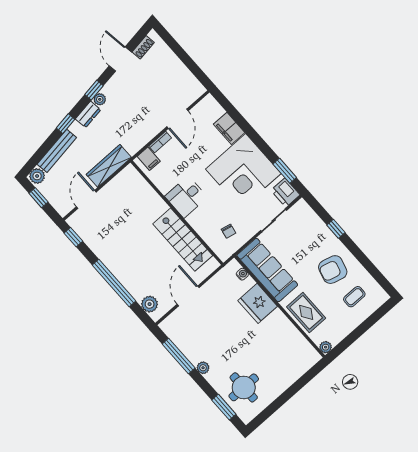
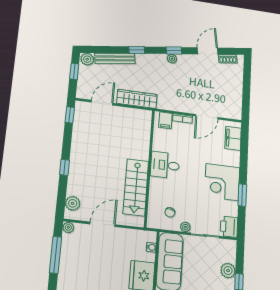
dresser: (88, 114) -> (156, 59), removed
filing cabinet: (229, 128) -> (233, 138), moved
corner desk: (243, 171) -> (222, 182), width x0.74, depth x0.74
window: (285, 171) -> (242, 195), moved
plant: (319, 229) -> (228, 271), added
plant: (252, 230) -> (185, 227), added
window: (114, 283) -> (64, 167), width x0.32
plant: (203, 368) -> (68, 227), moved

